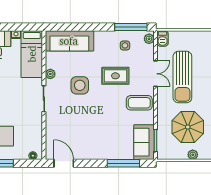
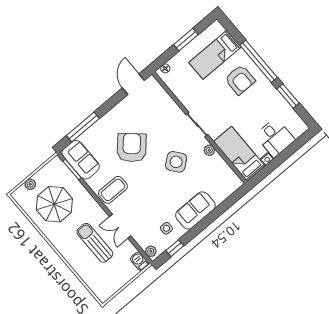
window: (131, 27) -> (175, 248), width x0.46
sofa: (69, 41) -> (195, 210), moved, width x0.73
rug: (115, 76) -> (153, 196), removed
sun lounger: (182, 77) -> (95, 243), width x0.73, depth x0.75
side table: (80, 85) -> (176, 162), turned -38
armchair: (102, 121) -> (132, 148), added
door: (64, 163) -> (133, 84), swing flipped

